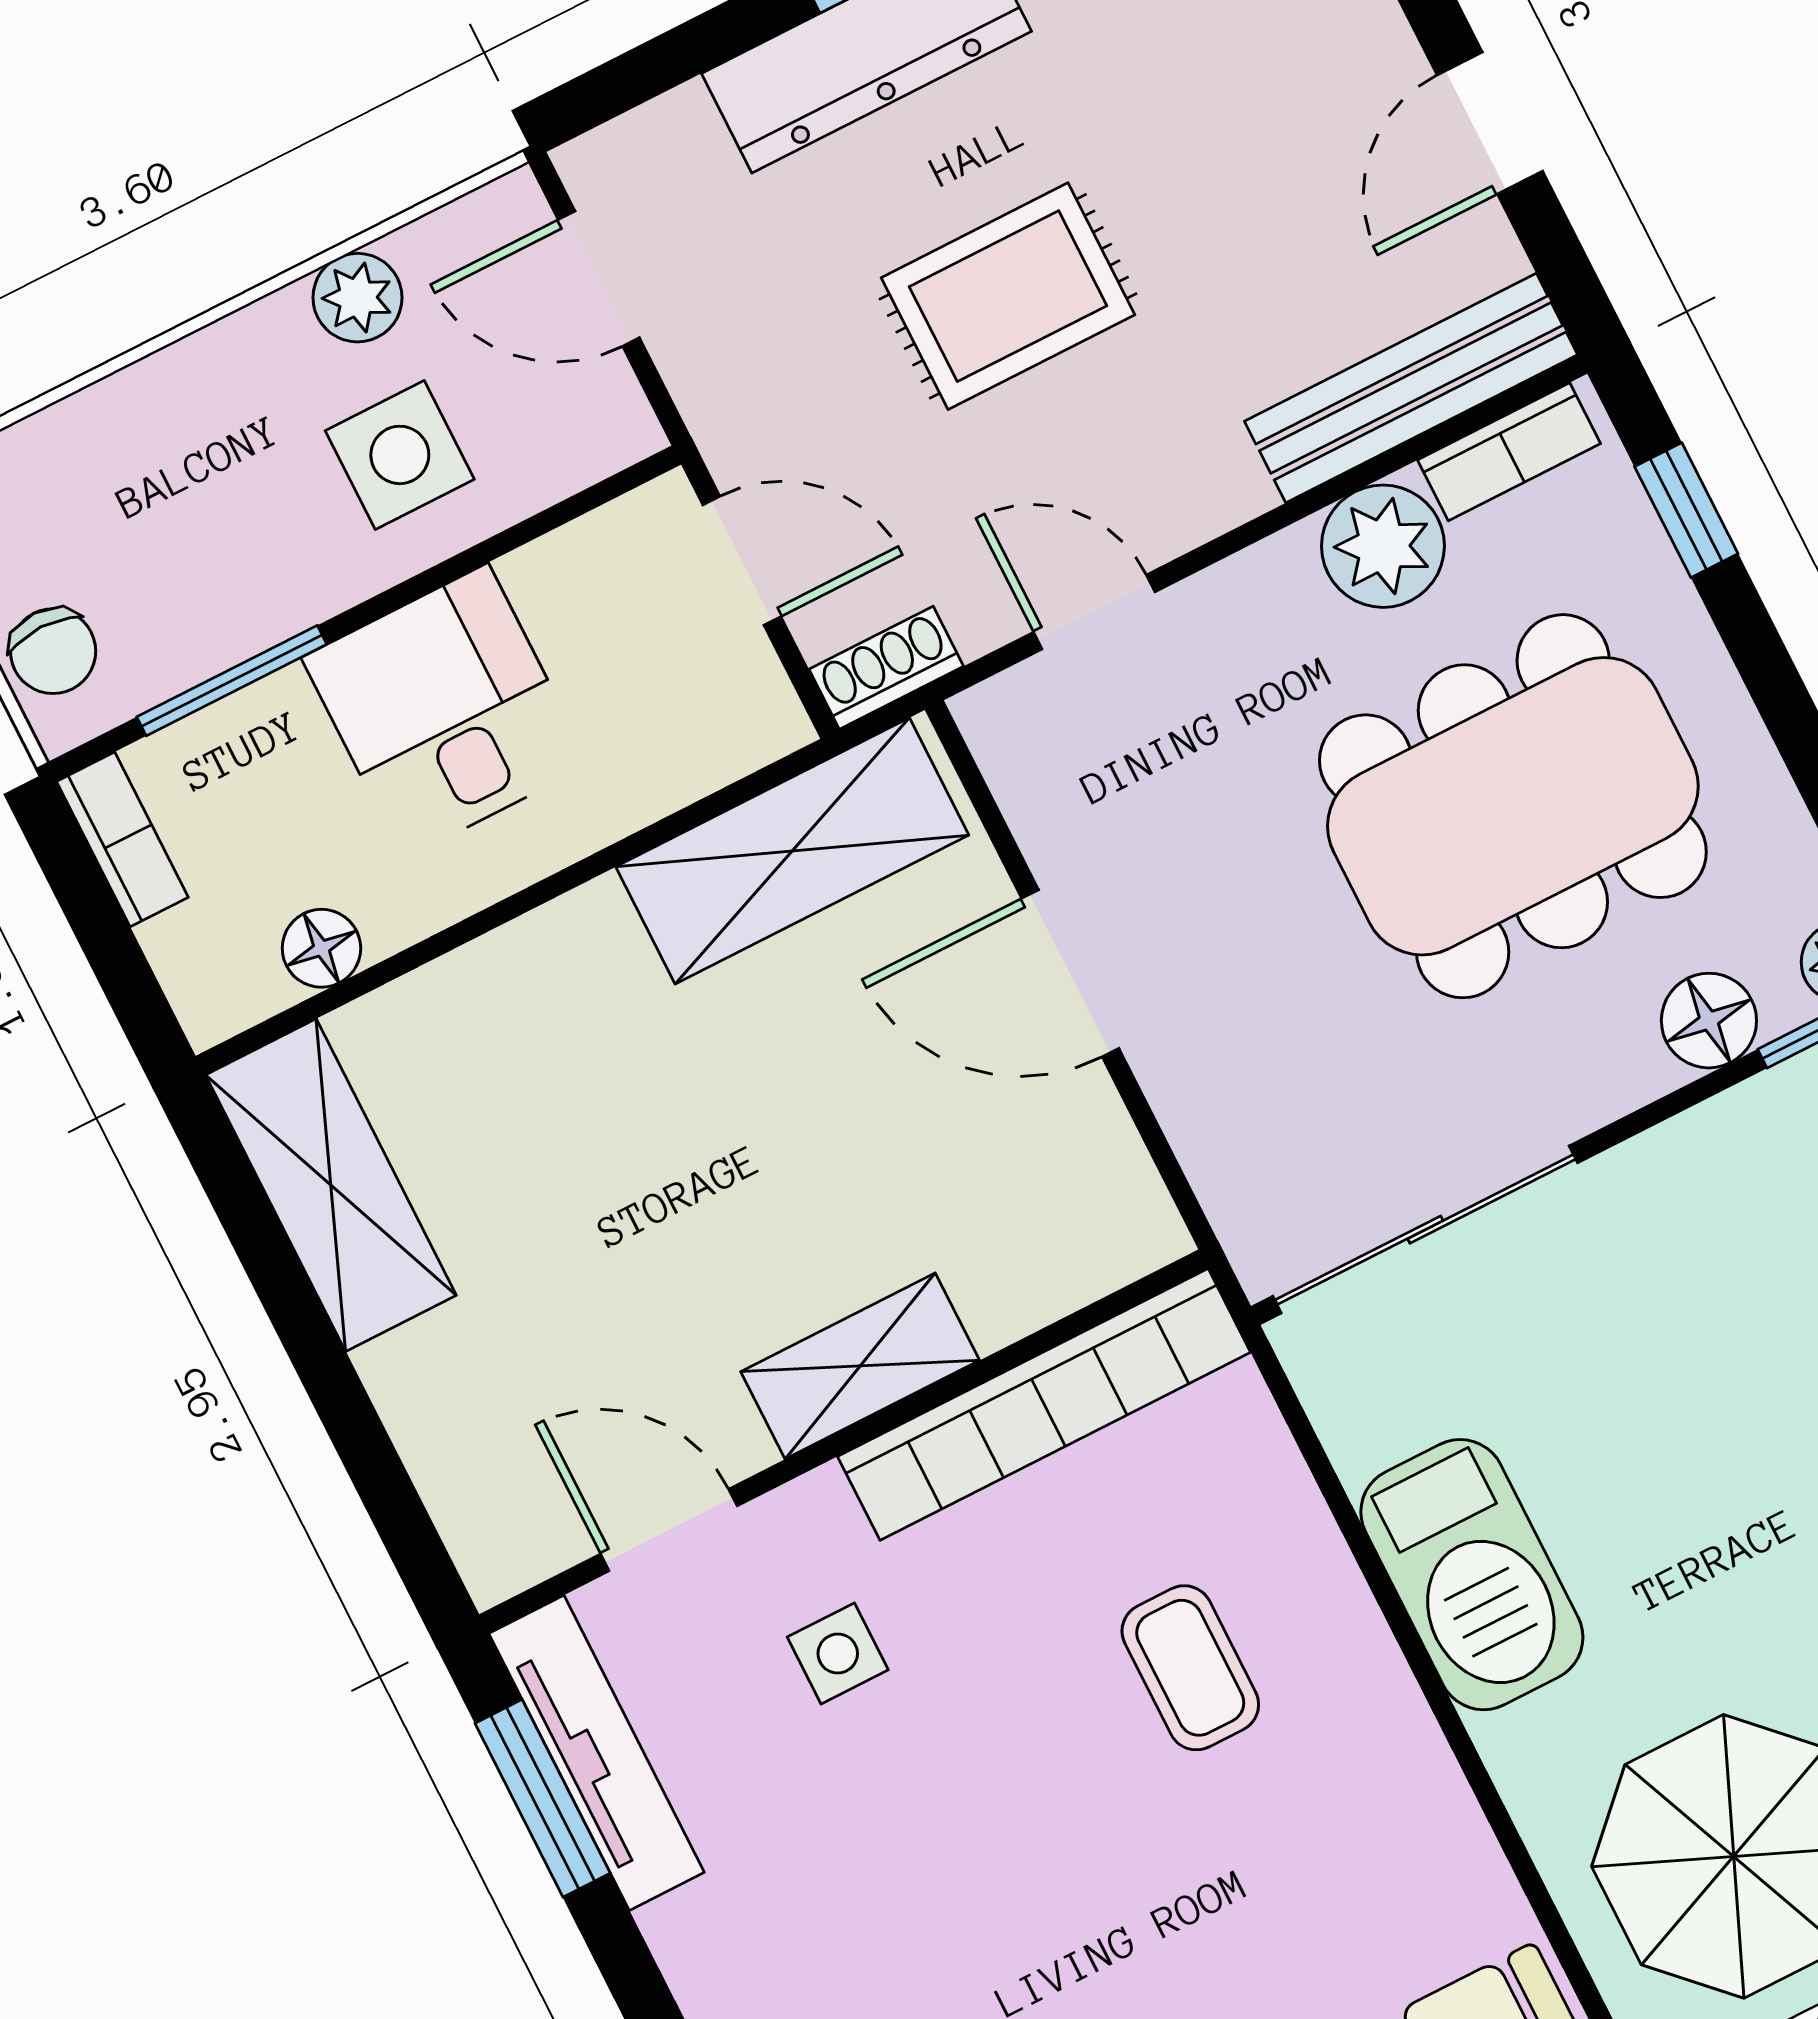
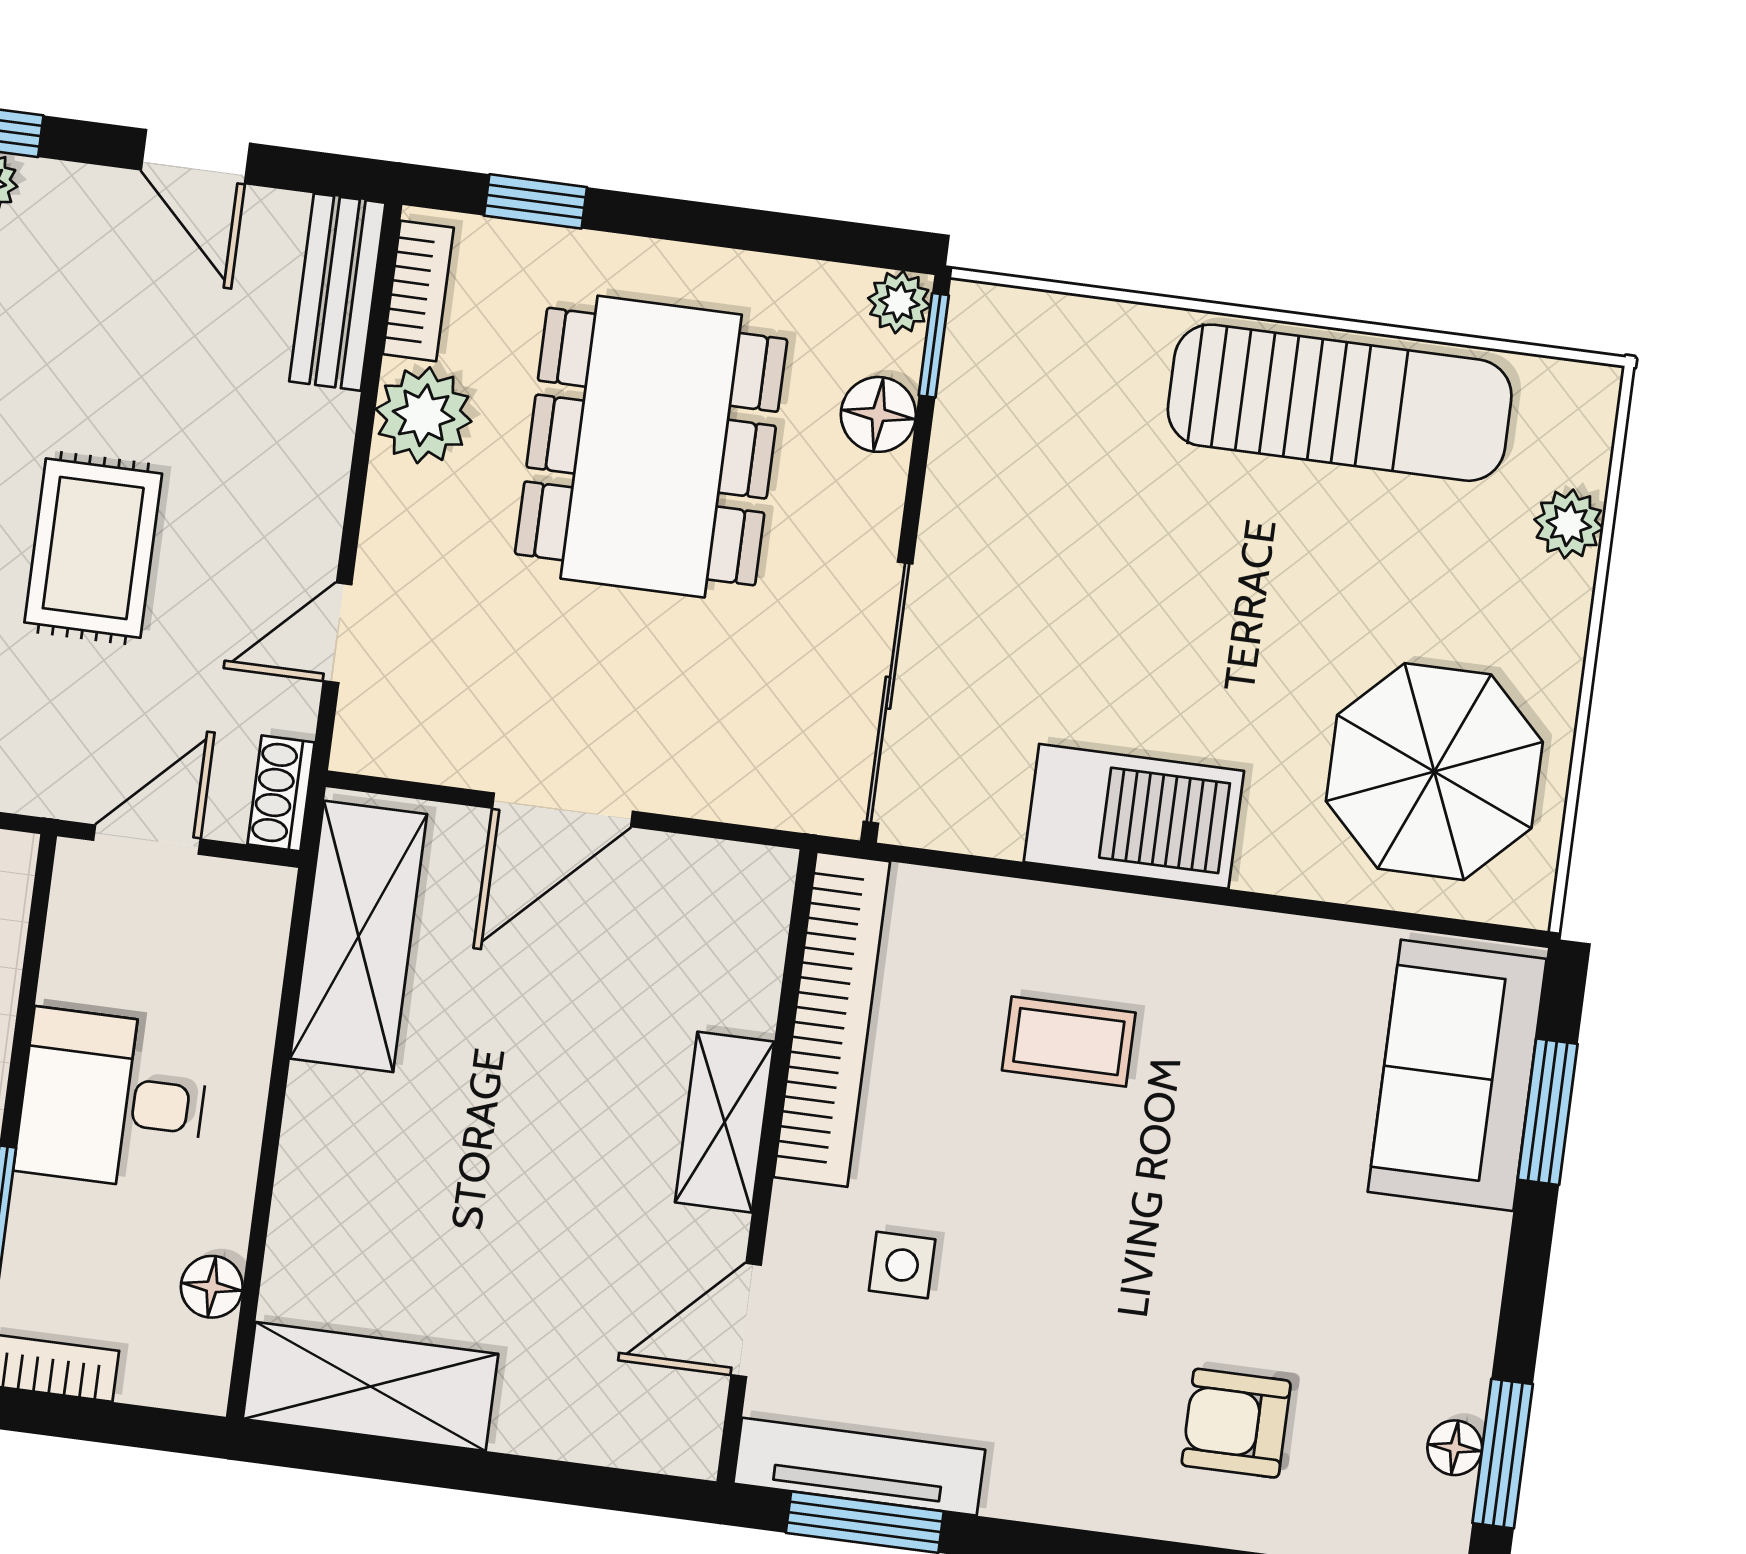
bench: (1411, 388) -> (337, 292), width x0.73

